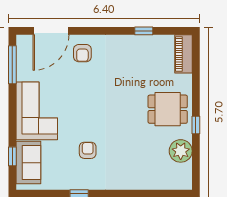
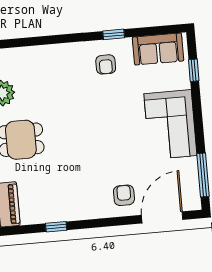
armchair: (88, 150) -> (106, 64), moved
sofa: (28, 163) -> (158, 49), moved, turned -90

